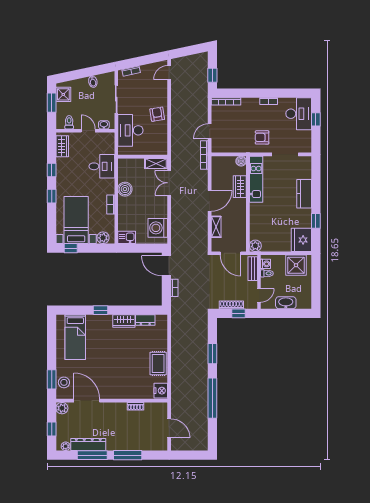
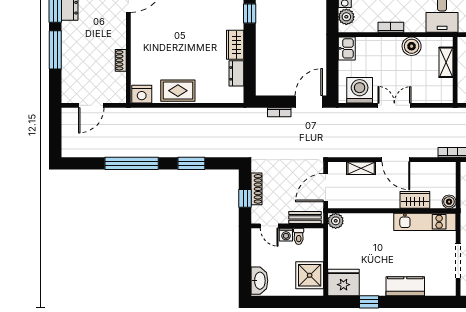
shelving: (156, 163) -> (446, 62), moved
double door: (169, 183) -> (394, 105), moved
washing machine: (266, 264) -> (286, 235), moved
washbasin: (286, 303) -> (259, 281), moved

